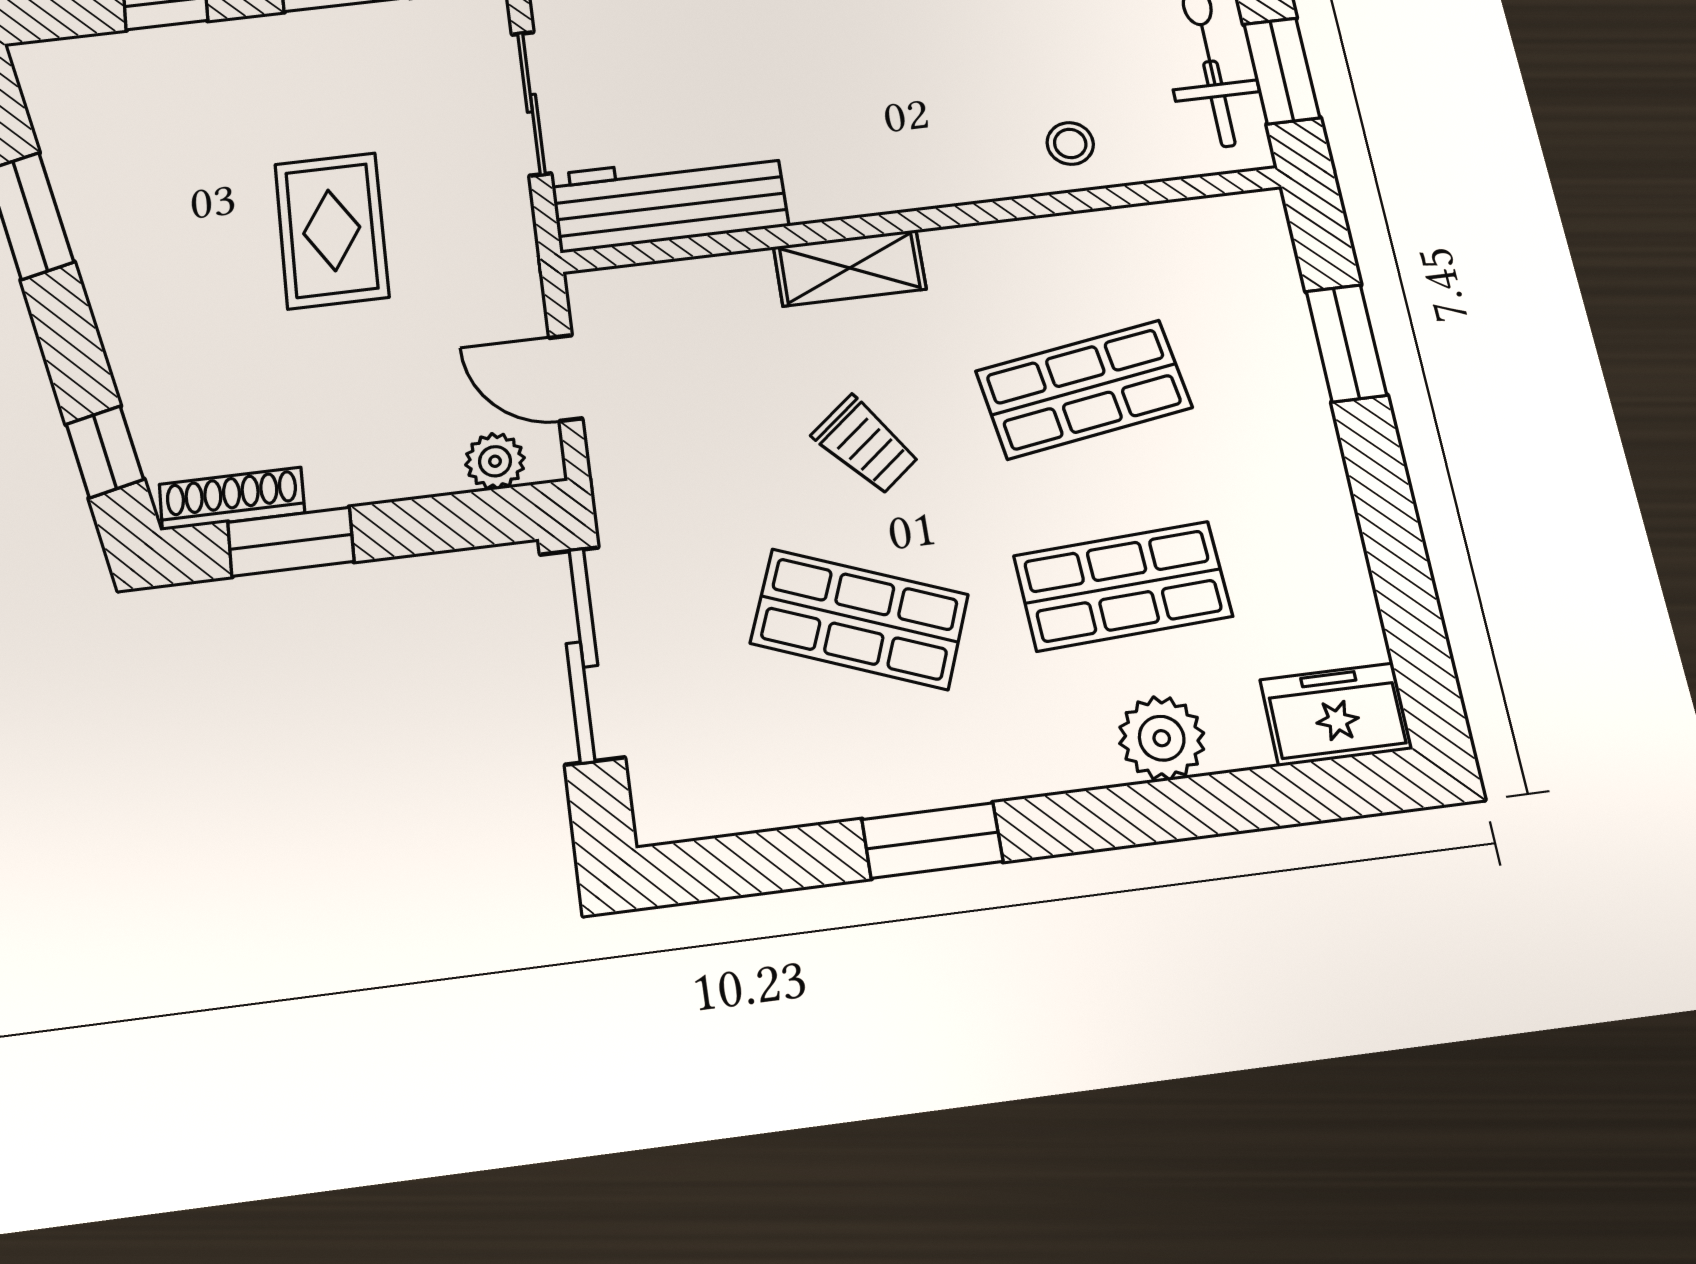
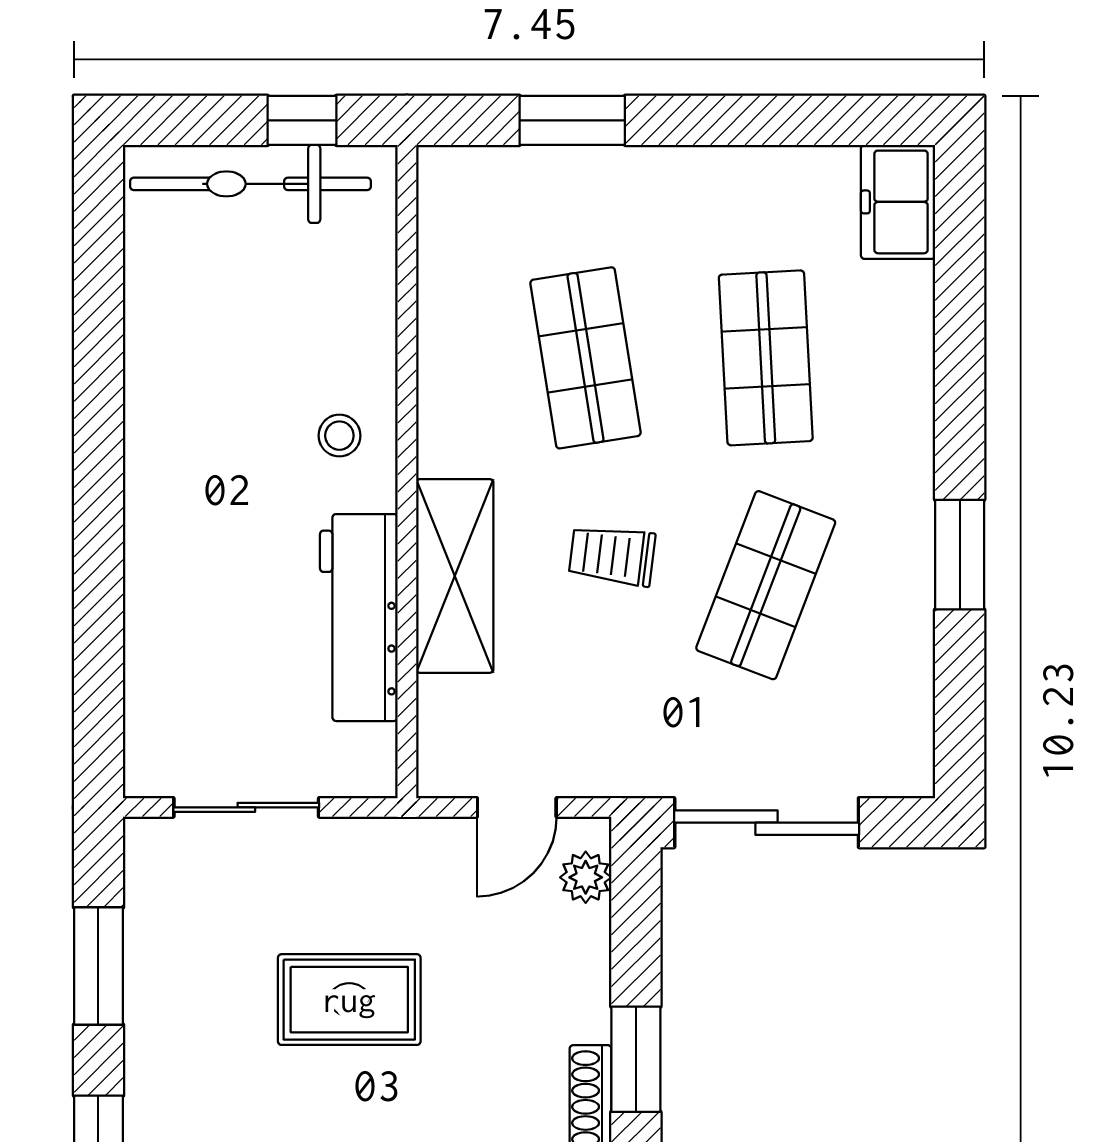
window: (1282, 71) -> (302, 120), width x0.67
stool: (1070, 143) -> (339, 436), moved
workbench: (669, 200) -> (359, 618), moved
shelving: (850, 268) -> (455, 576), width x1.50, depth x1.33
trolley: (866, 445) -> (612, 555), turned -134
plant: (1162, 738) -> (899, 351), removed

